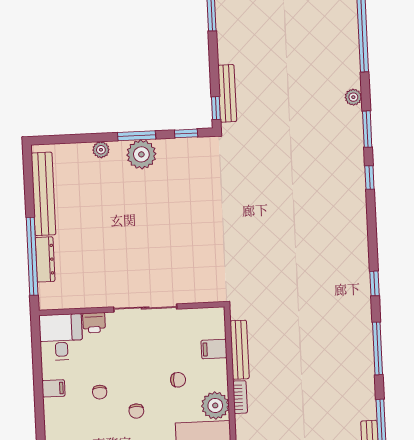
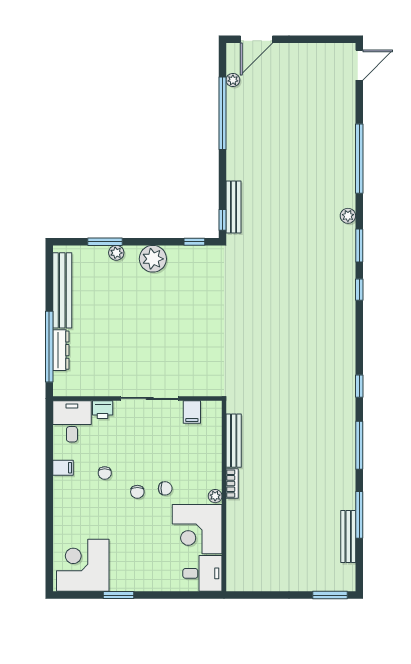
window: (137, 136) -> (105, 242), moved
filing cabinet: (214, 349) -> (192, 412), moved, turned -90
chair: (178, 380) -> (165, 488), moved
plant: (215, 405) -> (215, 496), width x0.53, depth x0.53

